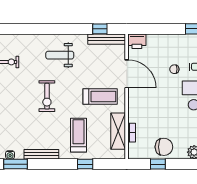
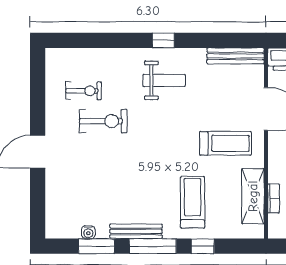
window: (100, 29) -> (163, 40), moved
weight bench: (60, 55) -> (164, 80), turned 180
exercise bike: (47, 96) -> (103, 121), moved, turned -90
window: (52, 164) -> (153, 246), added

